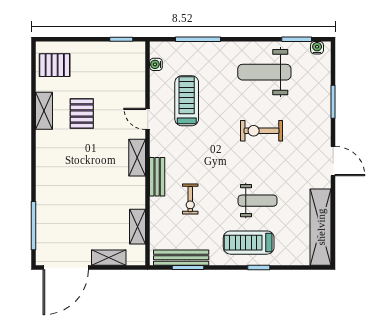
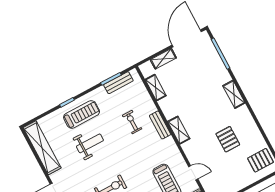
shelving: (44, 111) -> (234, 94), moved
door: (148, 119) -> (193, 173), moved
weight bench: (258, 201) -> (90, 143), turned 180
bench: (181, 258) -> (118, 83), width x0.73

